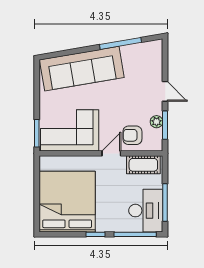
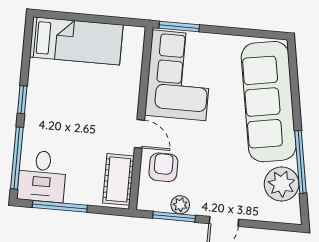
plant: (136, 55) -> (282, 184), added
bed: (67, 202) -> (76, 41), width x0.49
desk: (146, 211) -> (42, 176), width x0.73

